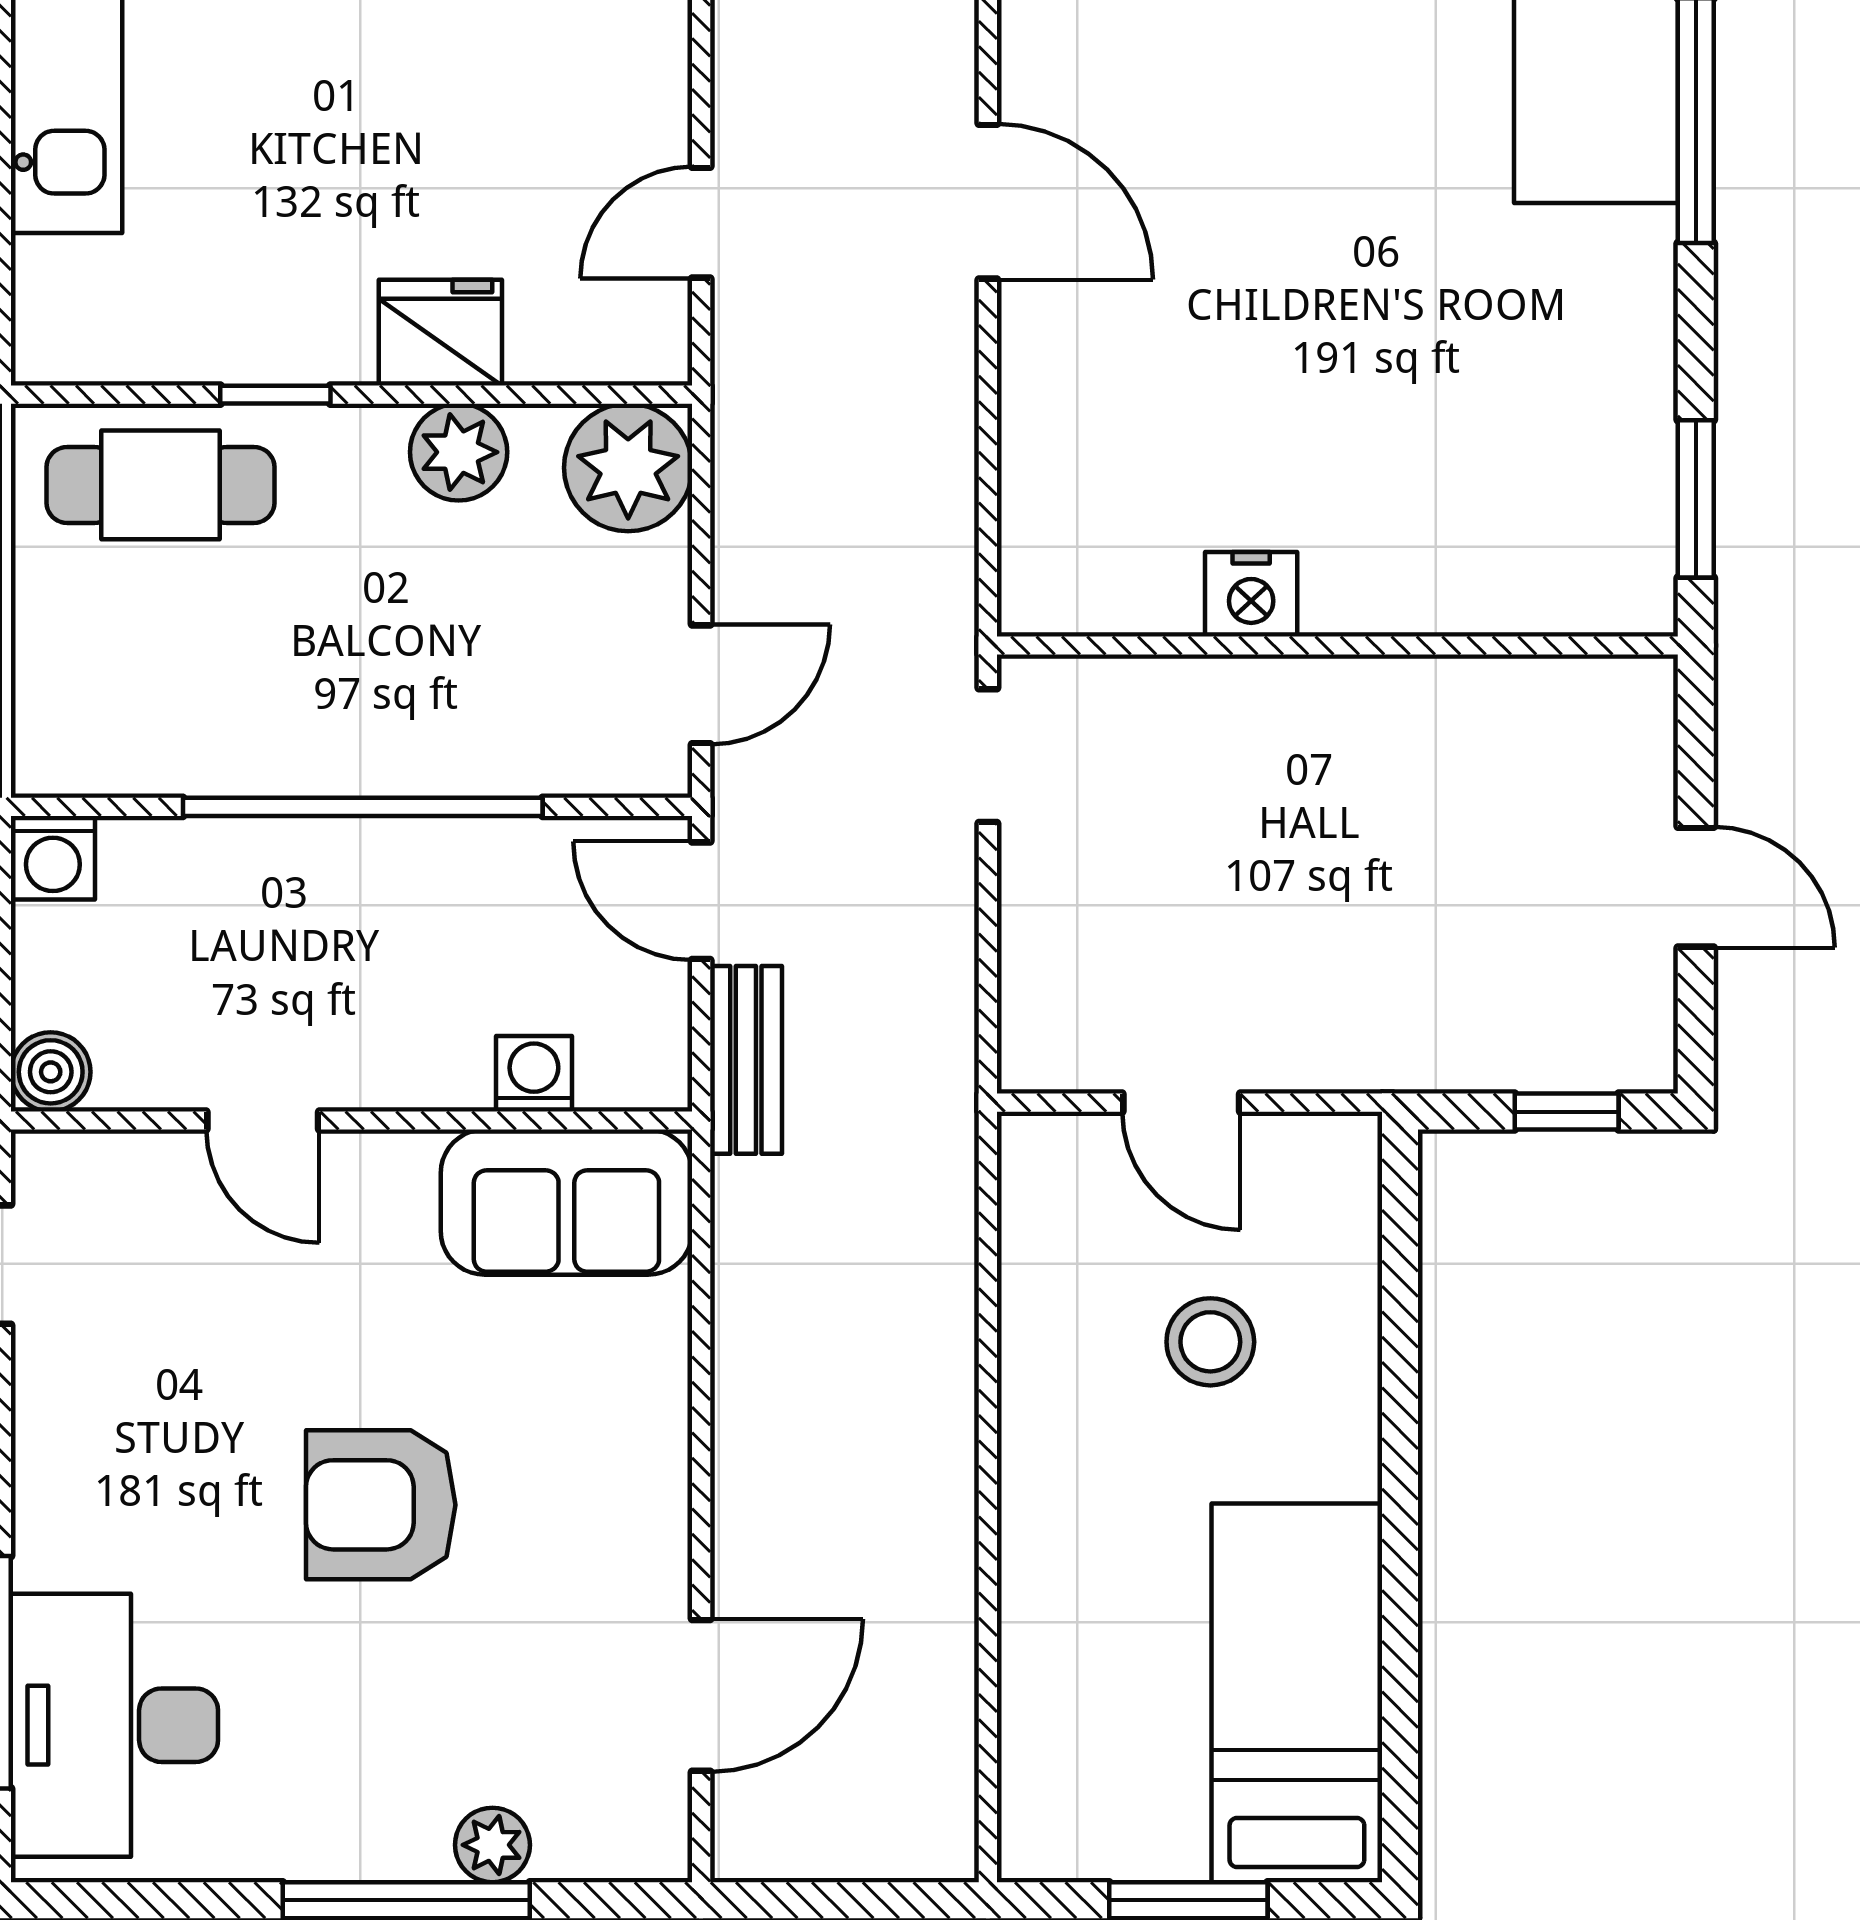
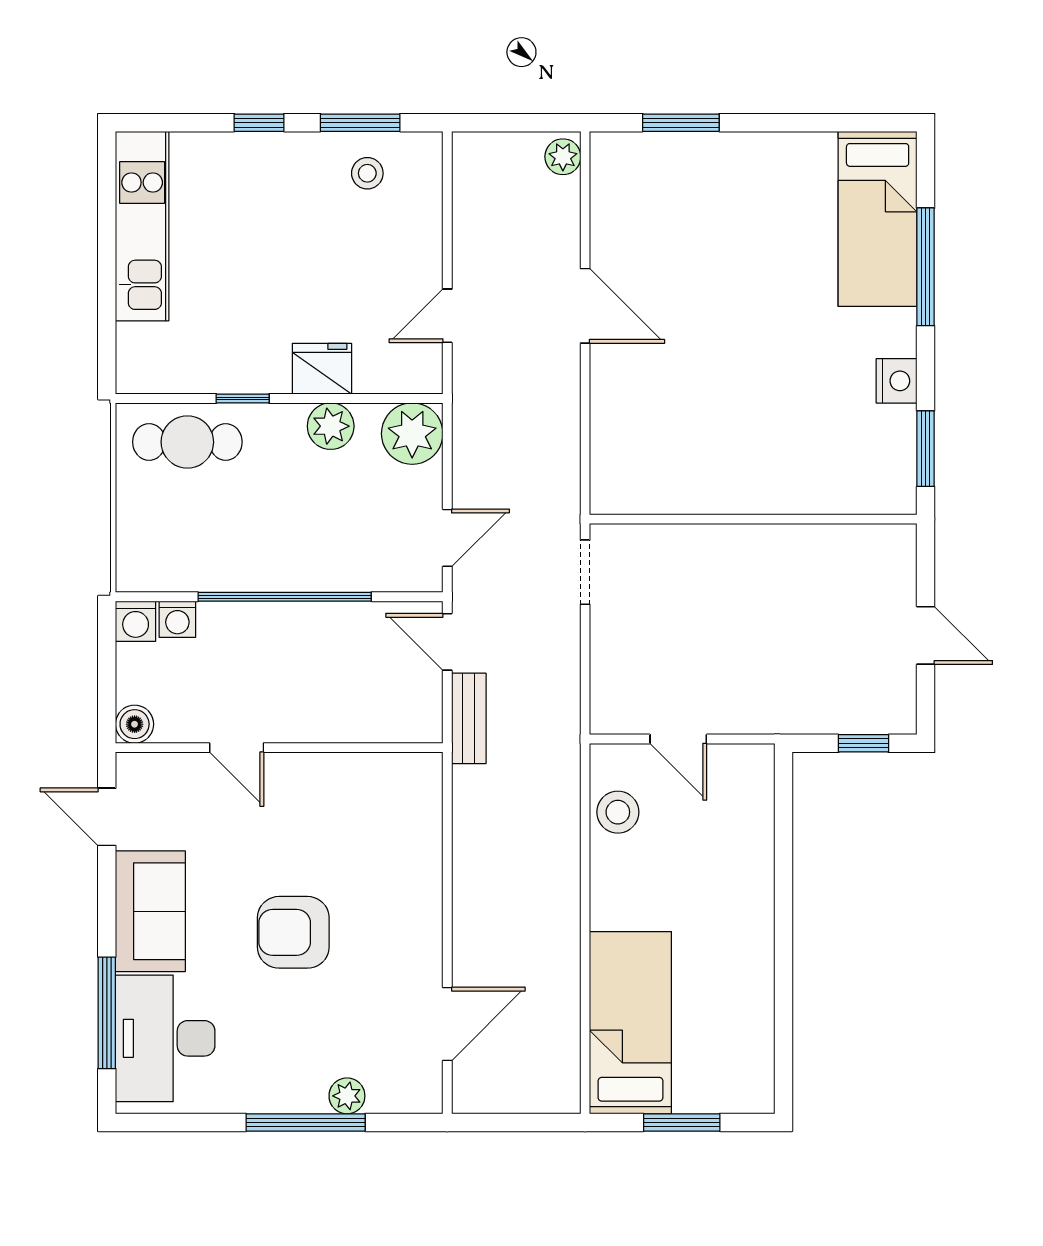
nightstand: (1251, 594) -> (897, 381), moved, turned -90
washing machine: (534, 1074) -> (177, 619), moved, turned 180
sofa: (566, 1202) -> (150, 911), moved, turned -90
stool: (1210, 1342) -> (618, 812), moved
bed: (1297, 1693) -> (630, 1023), moved

